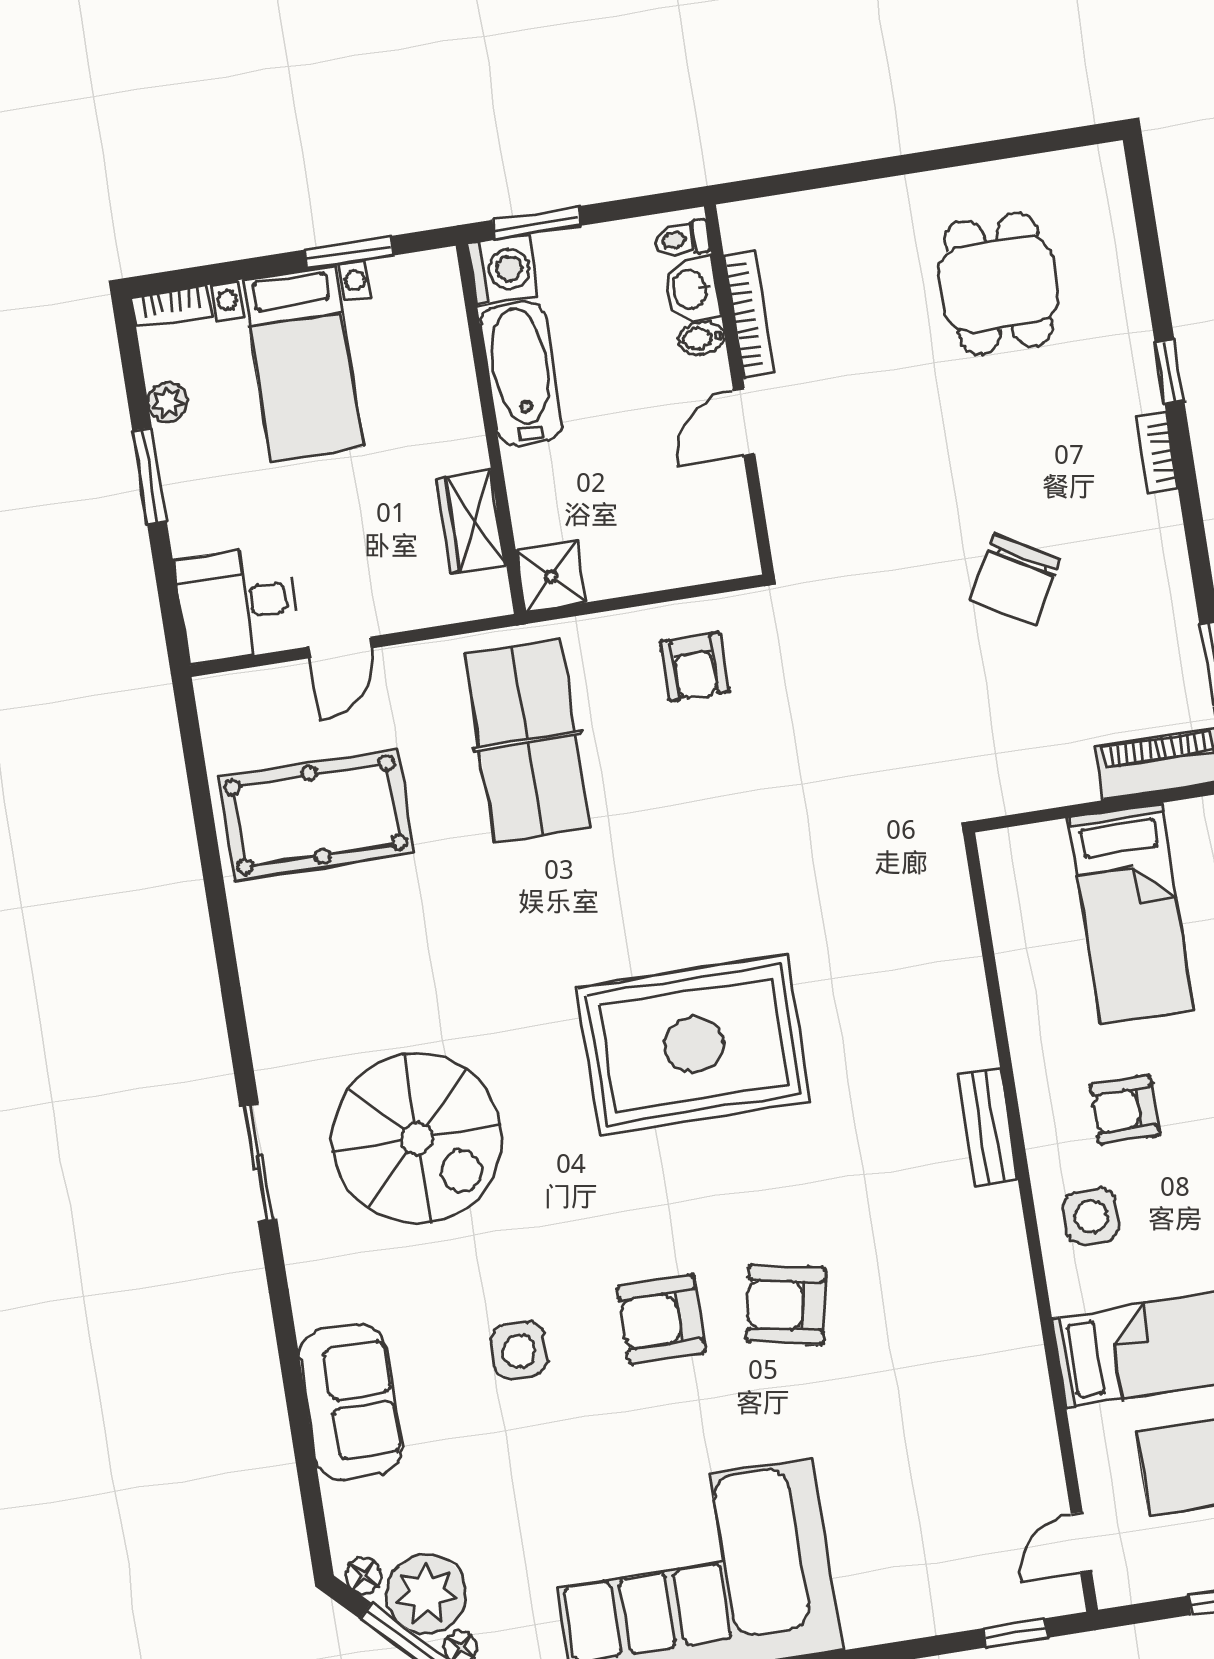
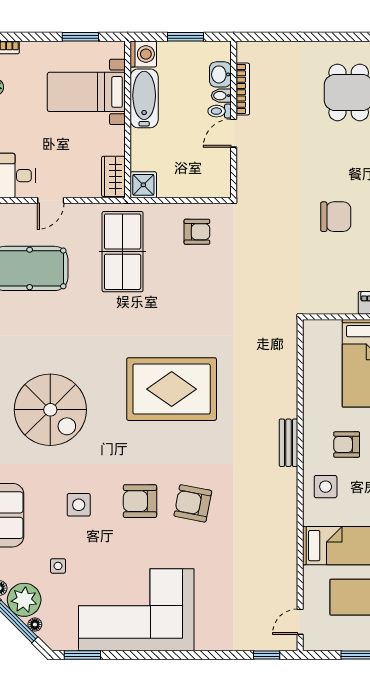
window: (536, 223) -> (185, 37), moved
toilet: (681, 239) -> (220, 111), moved
bed with nightstands: (302, 363) -> (86, 92), moved, turned 90
wardrobe: (471, 521) -> (113, 176), moved
chair: (1014, 580) -> (336, 217), turned -120
armchair: (695, 667) -> (197, 232), turned -90
side table: (493, 1502) -> (58, 566), added

